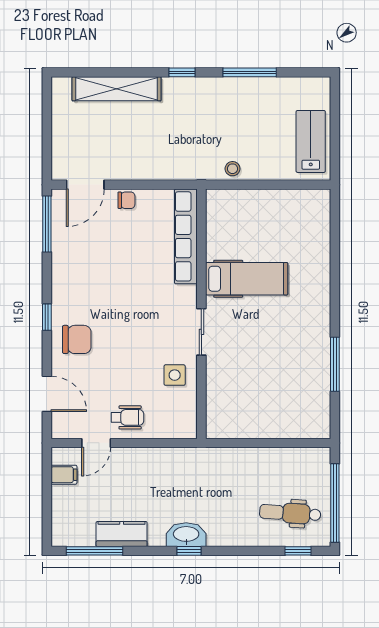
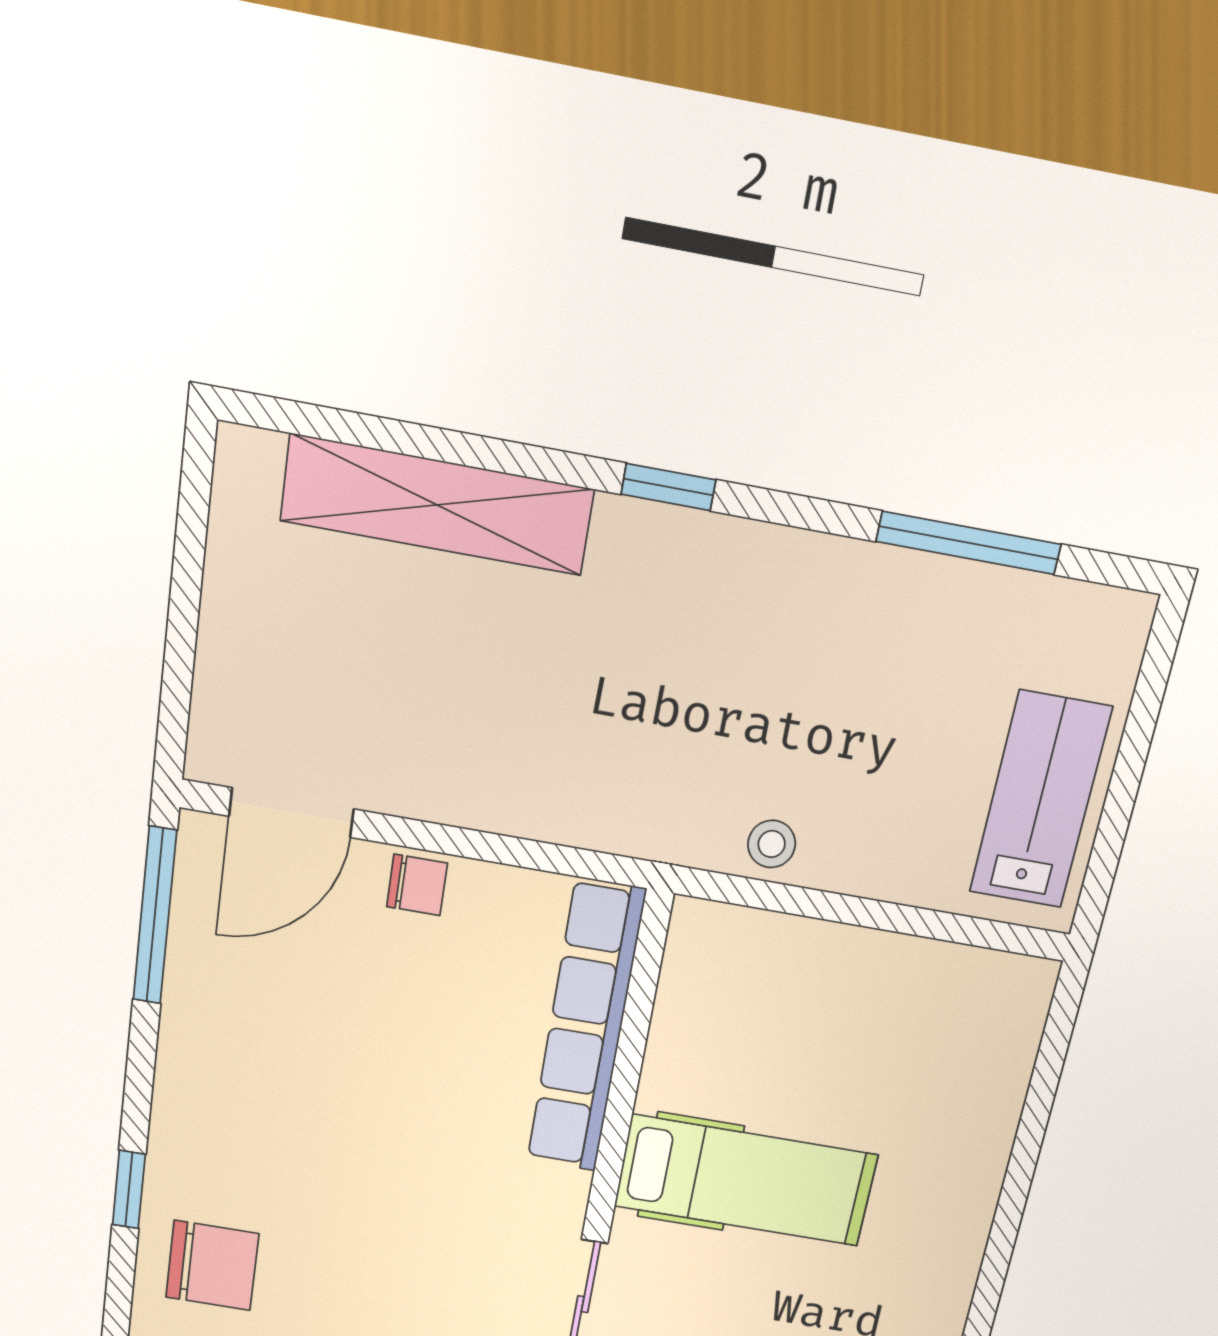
window: (250, 72) -> (969, 543), moved

